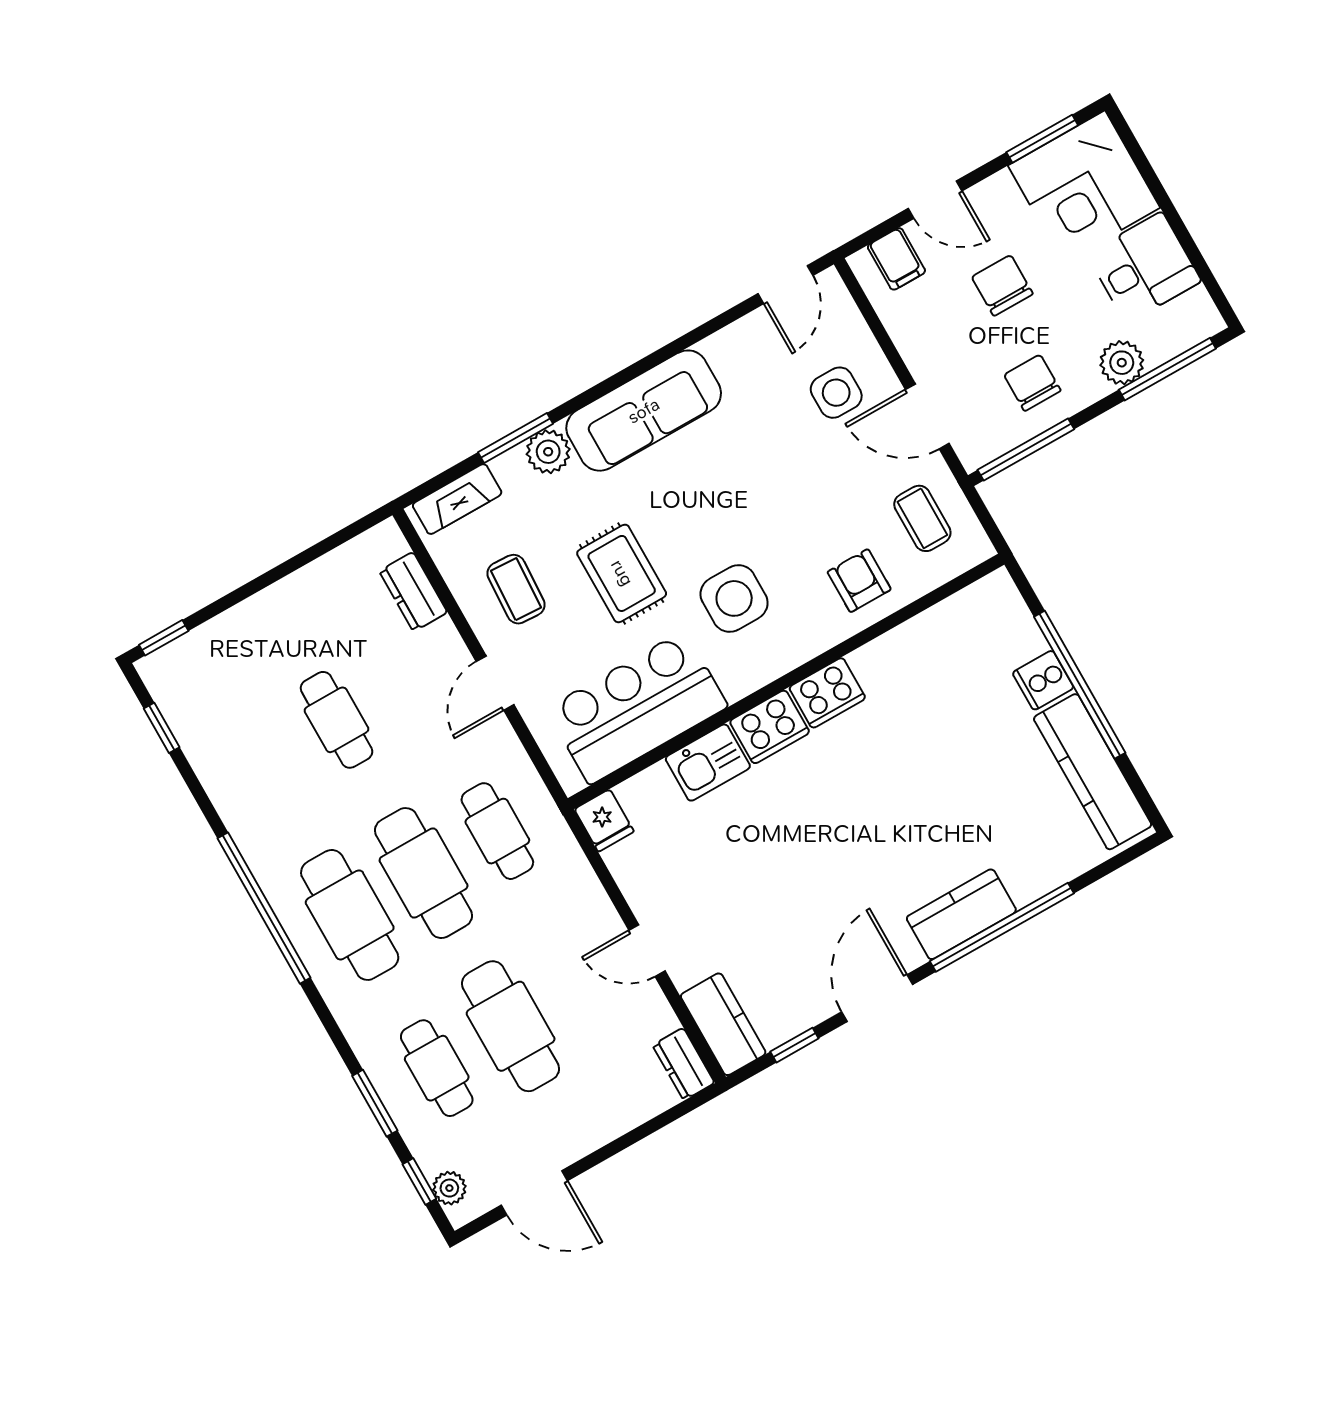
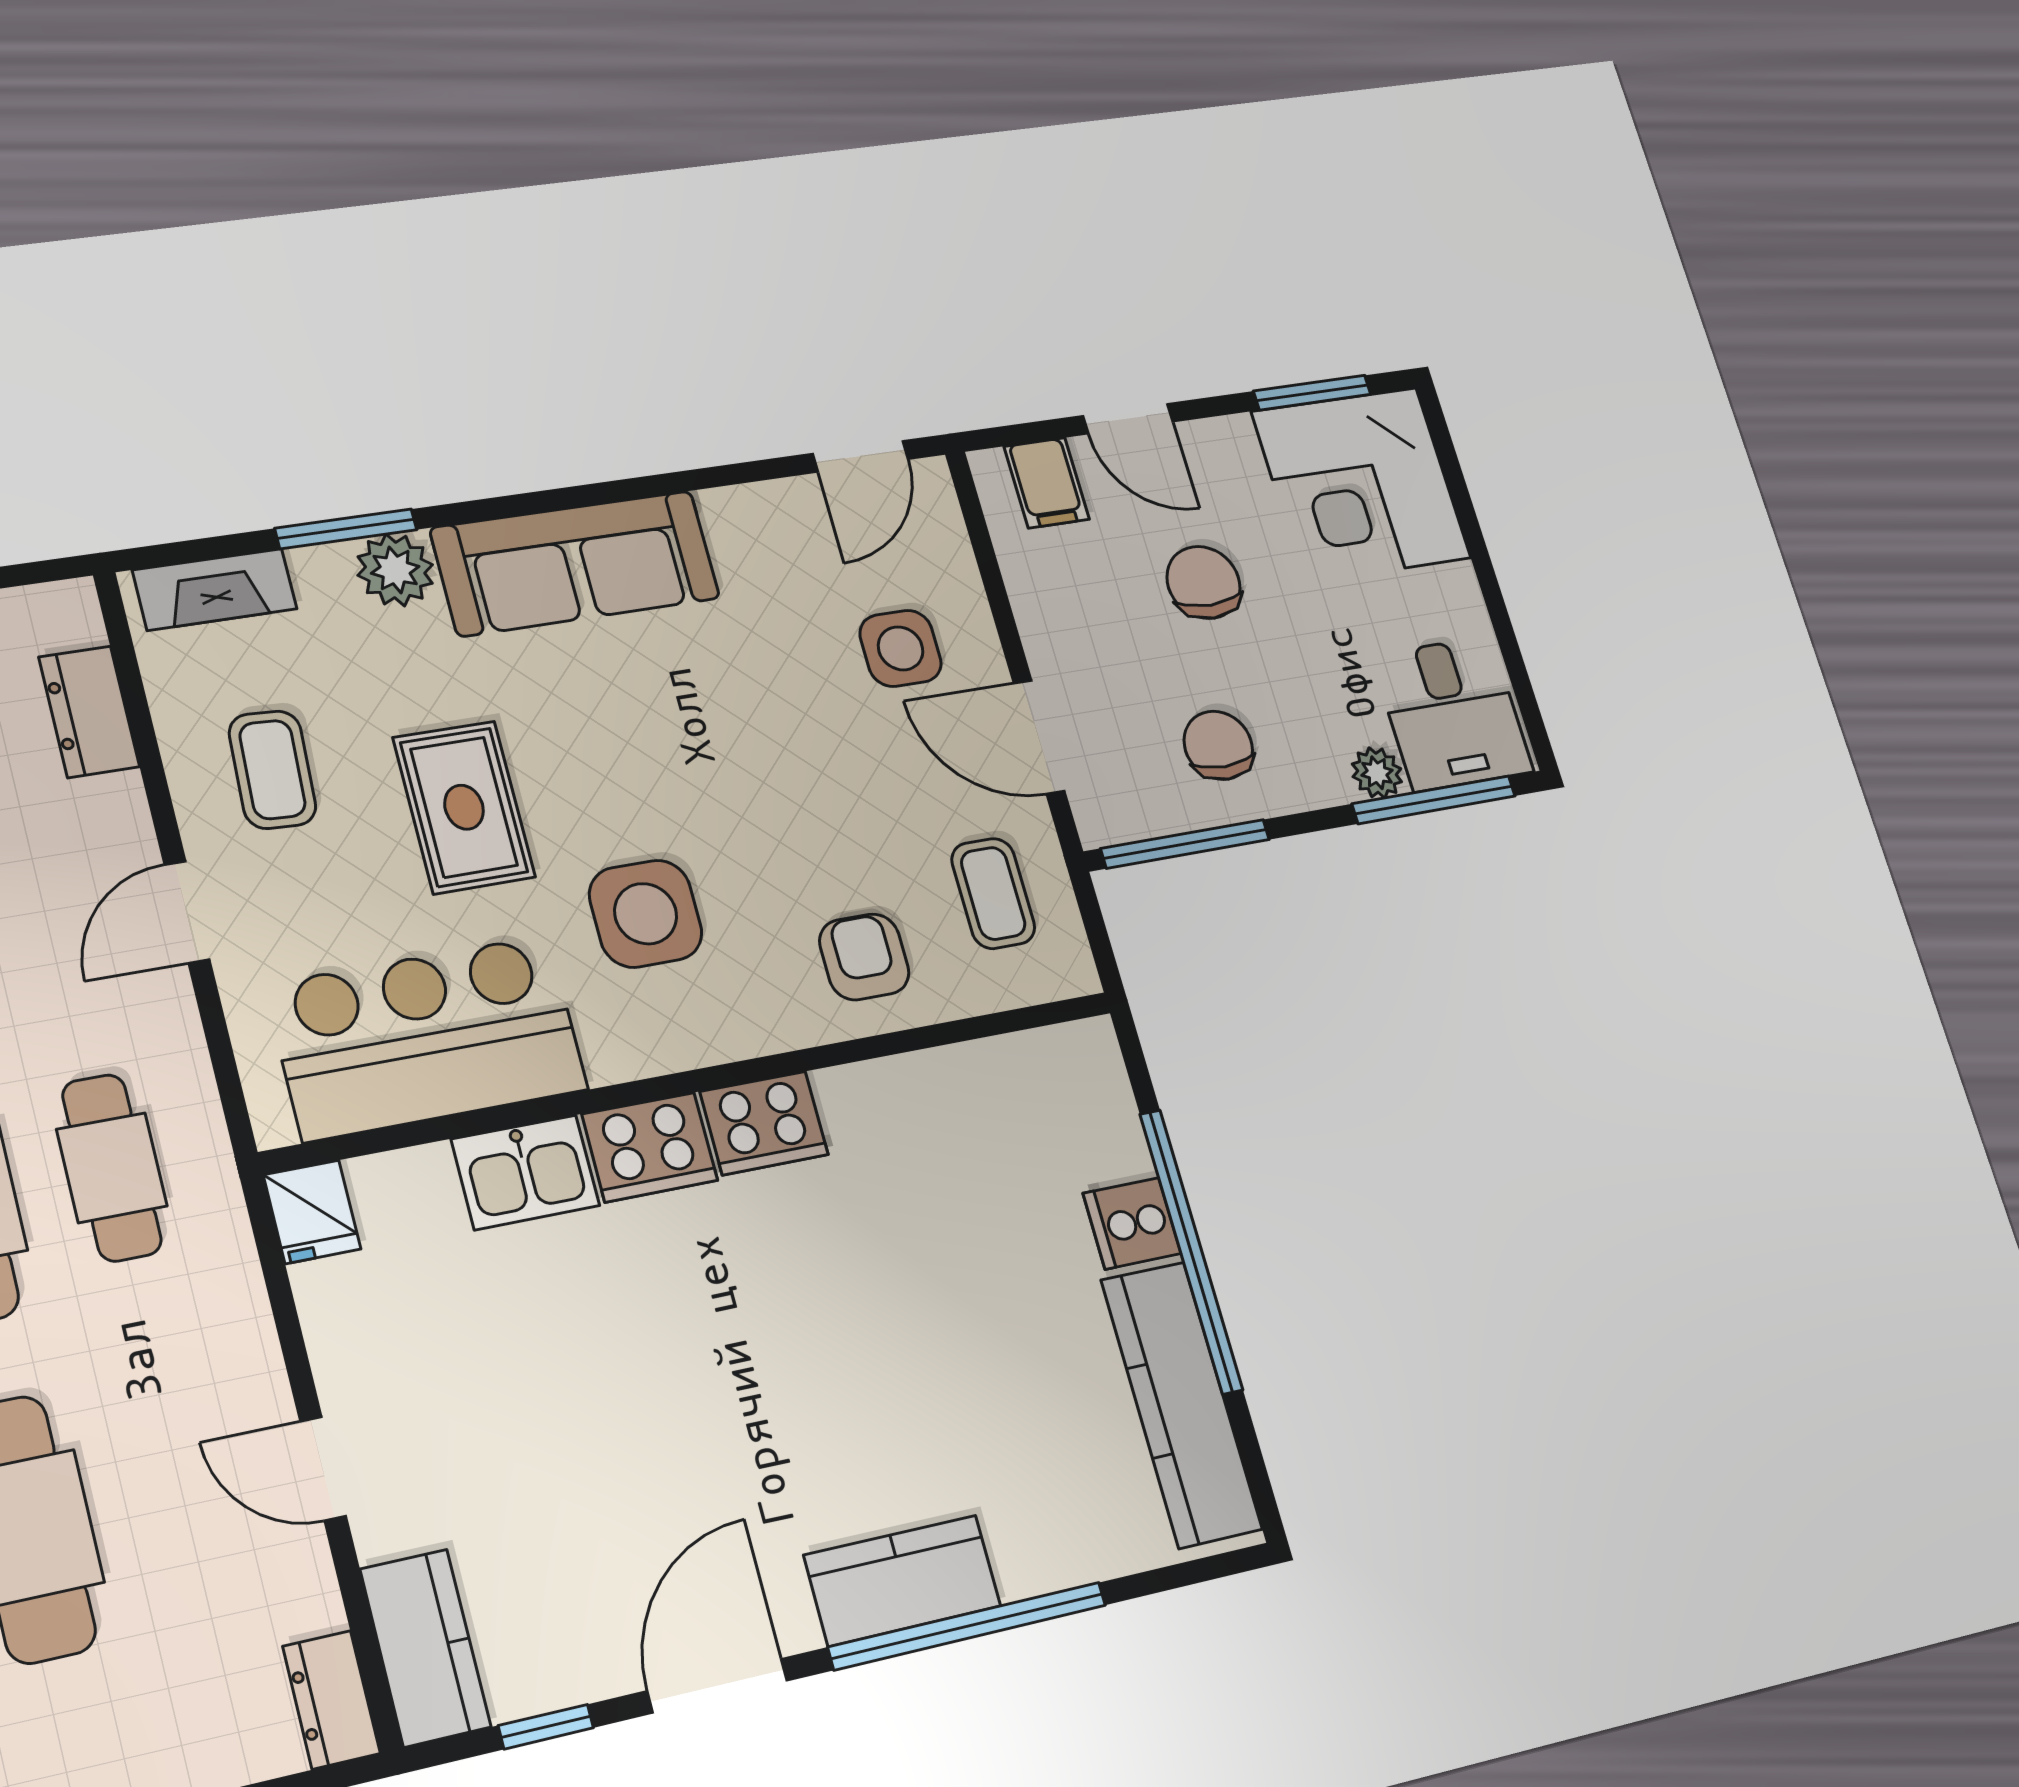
desk: (1144, 268) -> (1452, 714), moved, turned 90
plant: (1122, 363) -> (1377, 773), width x0.73, depth x0.73

